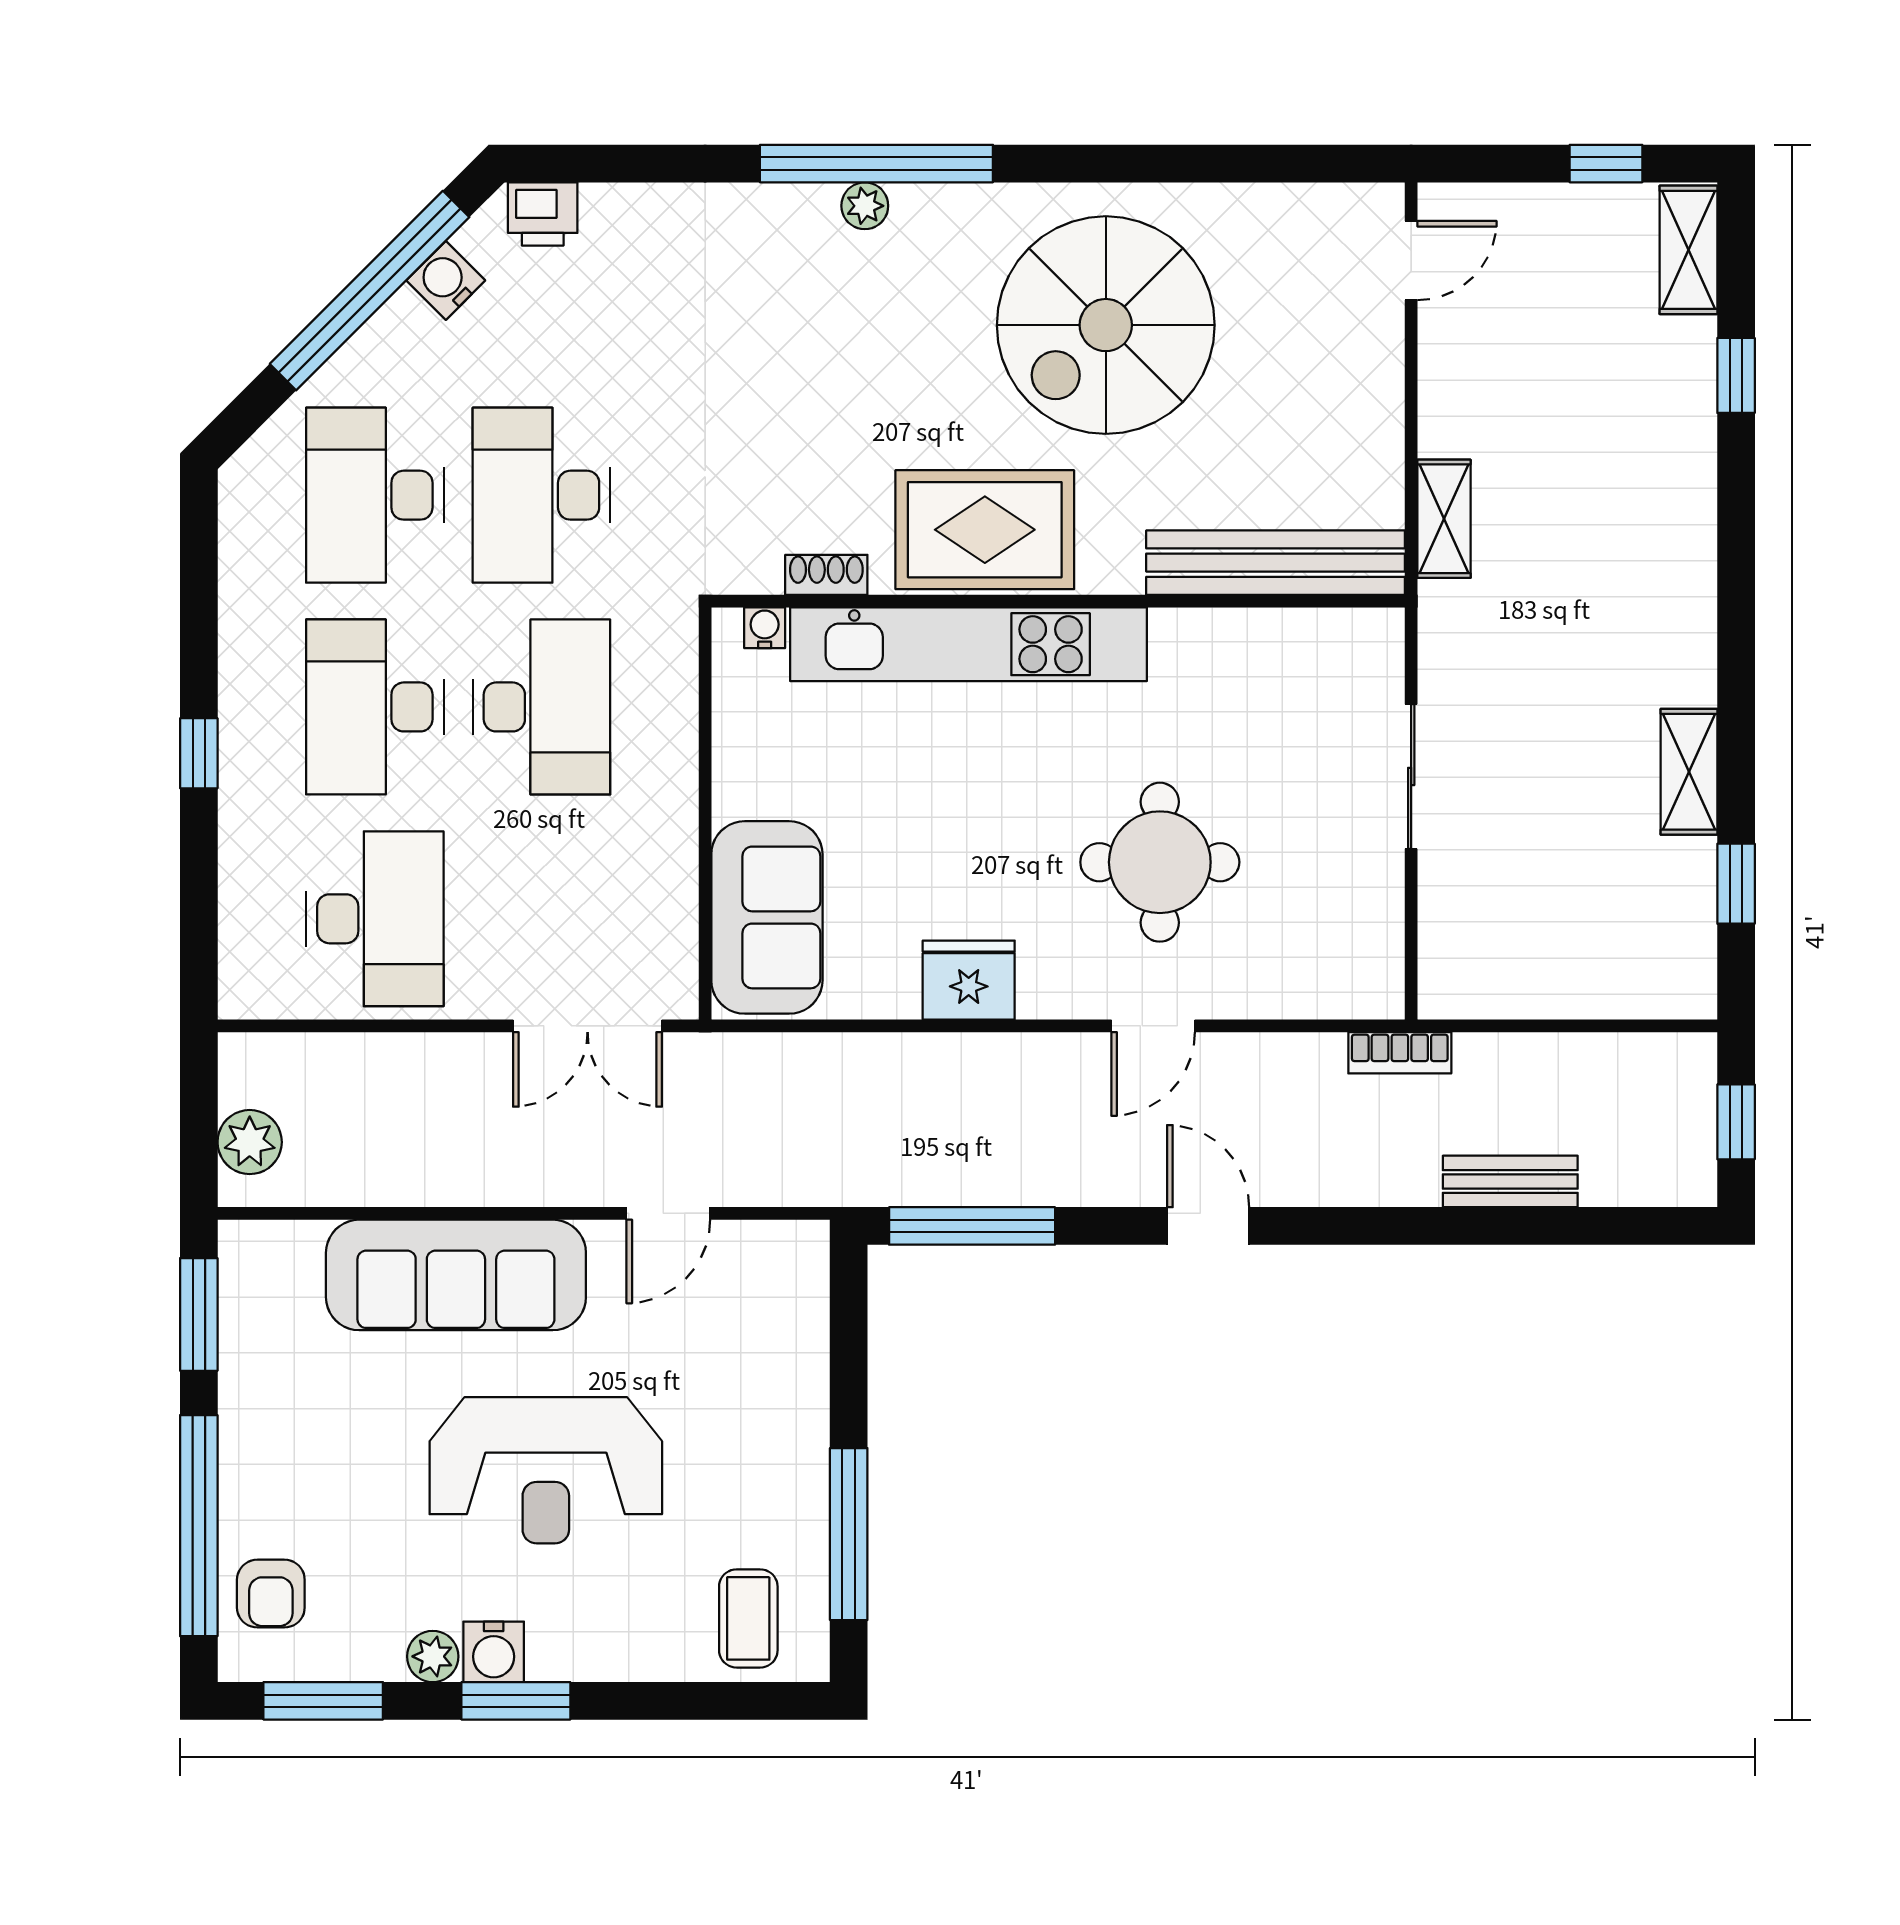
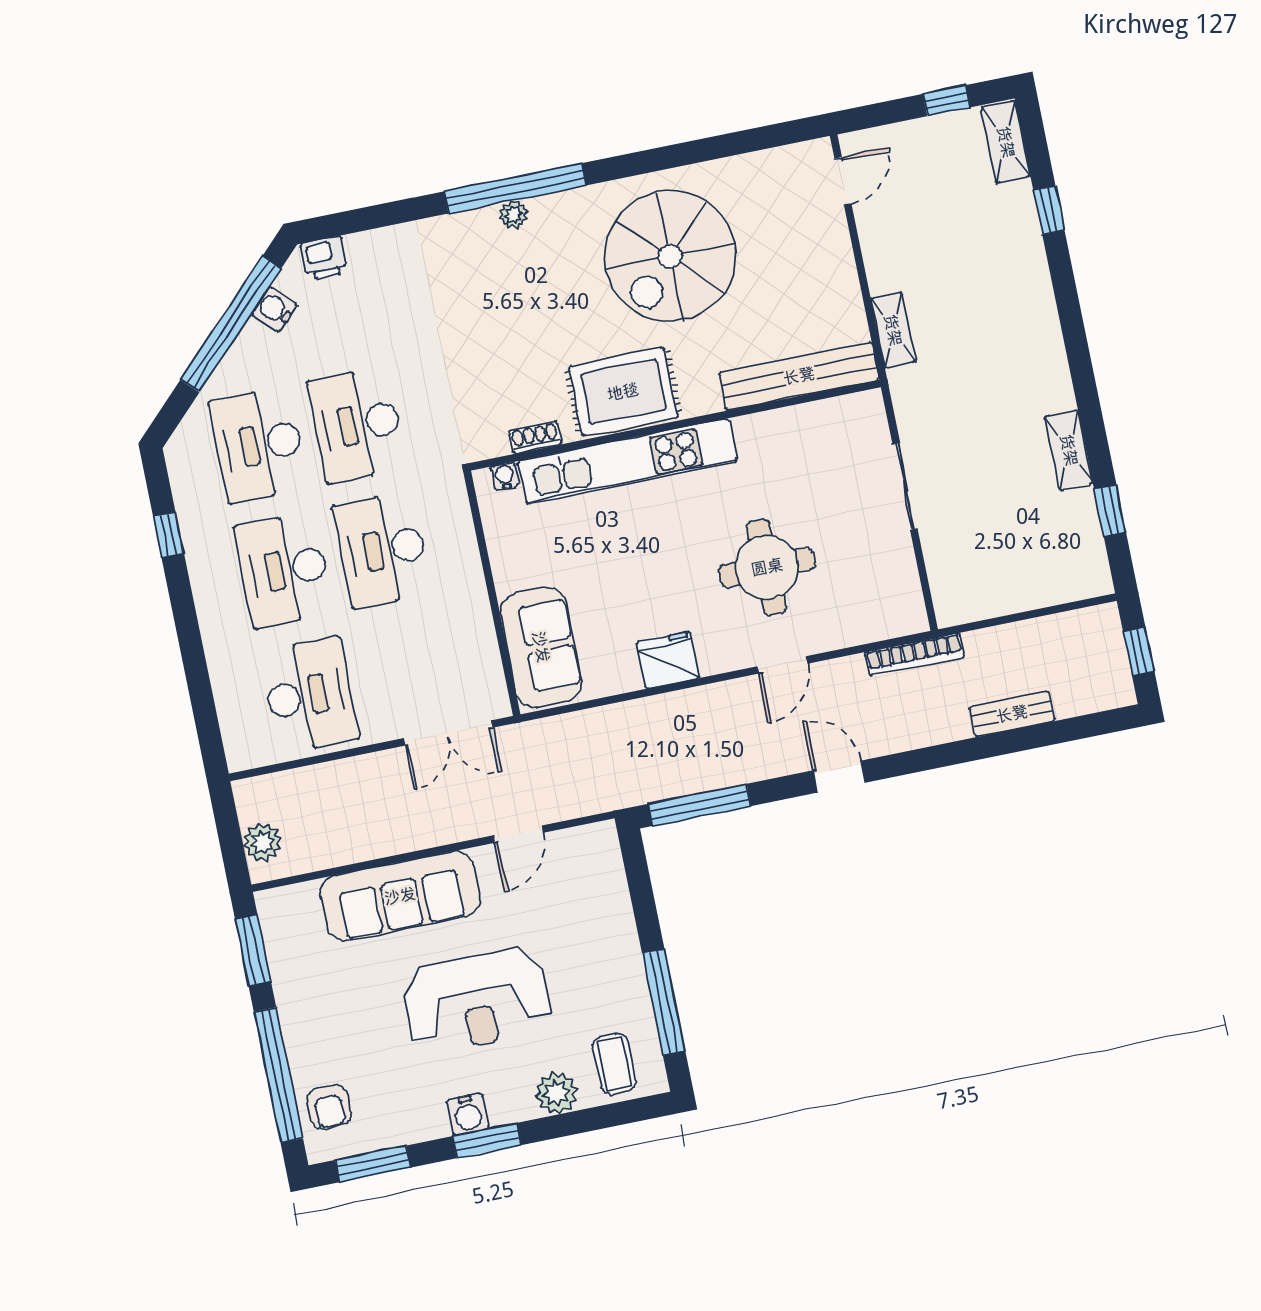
desk: (541, 707) -> (382, 550), turned 180
window: (199, 753) -> (168, 535), moved
bookcase: (1400, 1053) -> (914, 655), width x1.56
plant: (433, 1656) -> (556, 1093), moved, width x1.38, depth x1.38

